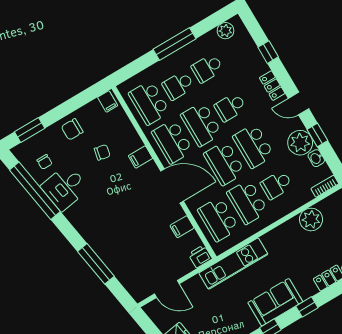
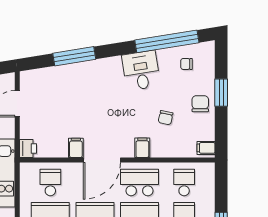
school desk: (149, 103) -> (184, 183), width x0.54
window: (30, 130) -> (221, 93), moved
desk: (65, 187) -> (141, 70), moved
school desk: (218, 219) -> (50, 183), width x0.54
filing cabinet: (182, 227) -> (76, 148), moved

